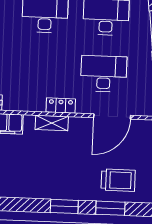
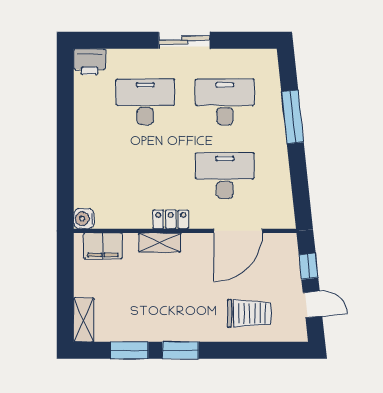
window: (110, 208) -> (129, 350), moved

